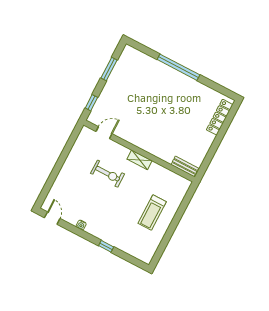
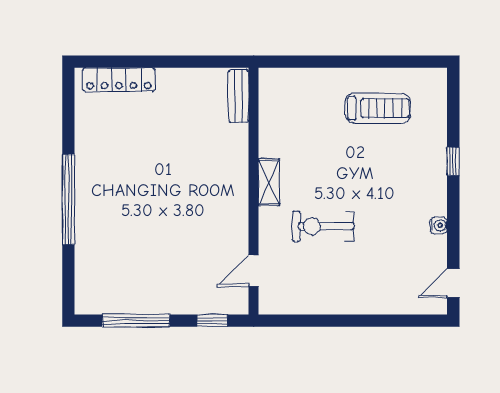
window: (109, 69) -> (136, 321), width x1.44
door: (104, 133) -> (254, 271), hinge flipped
exercise bike: (108, 174) -> (323, 226), turned -90
treadmill: (152, 213) -> (378, 108), moved

